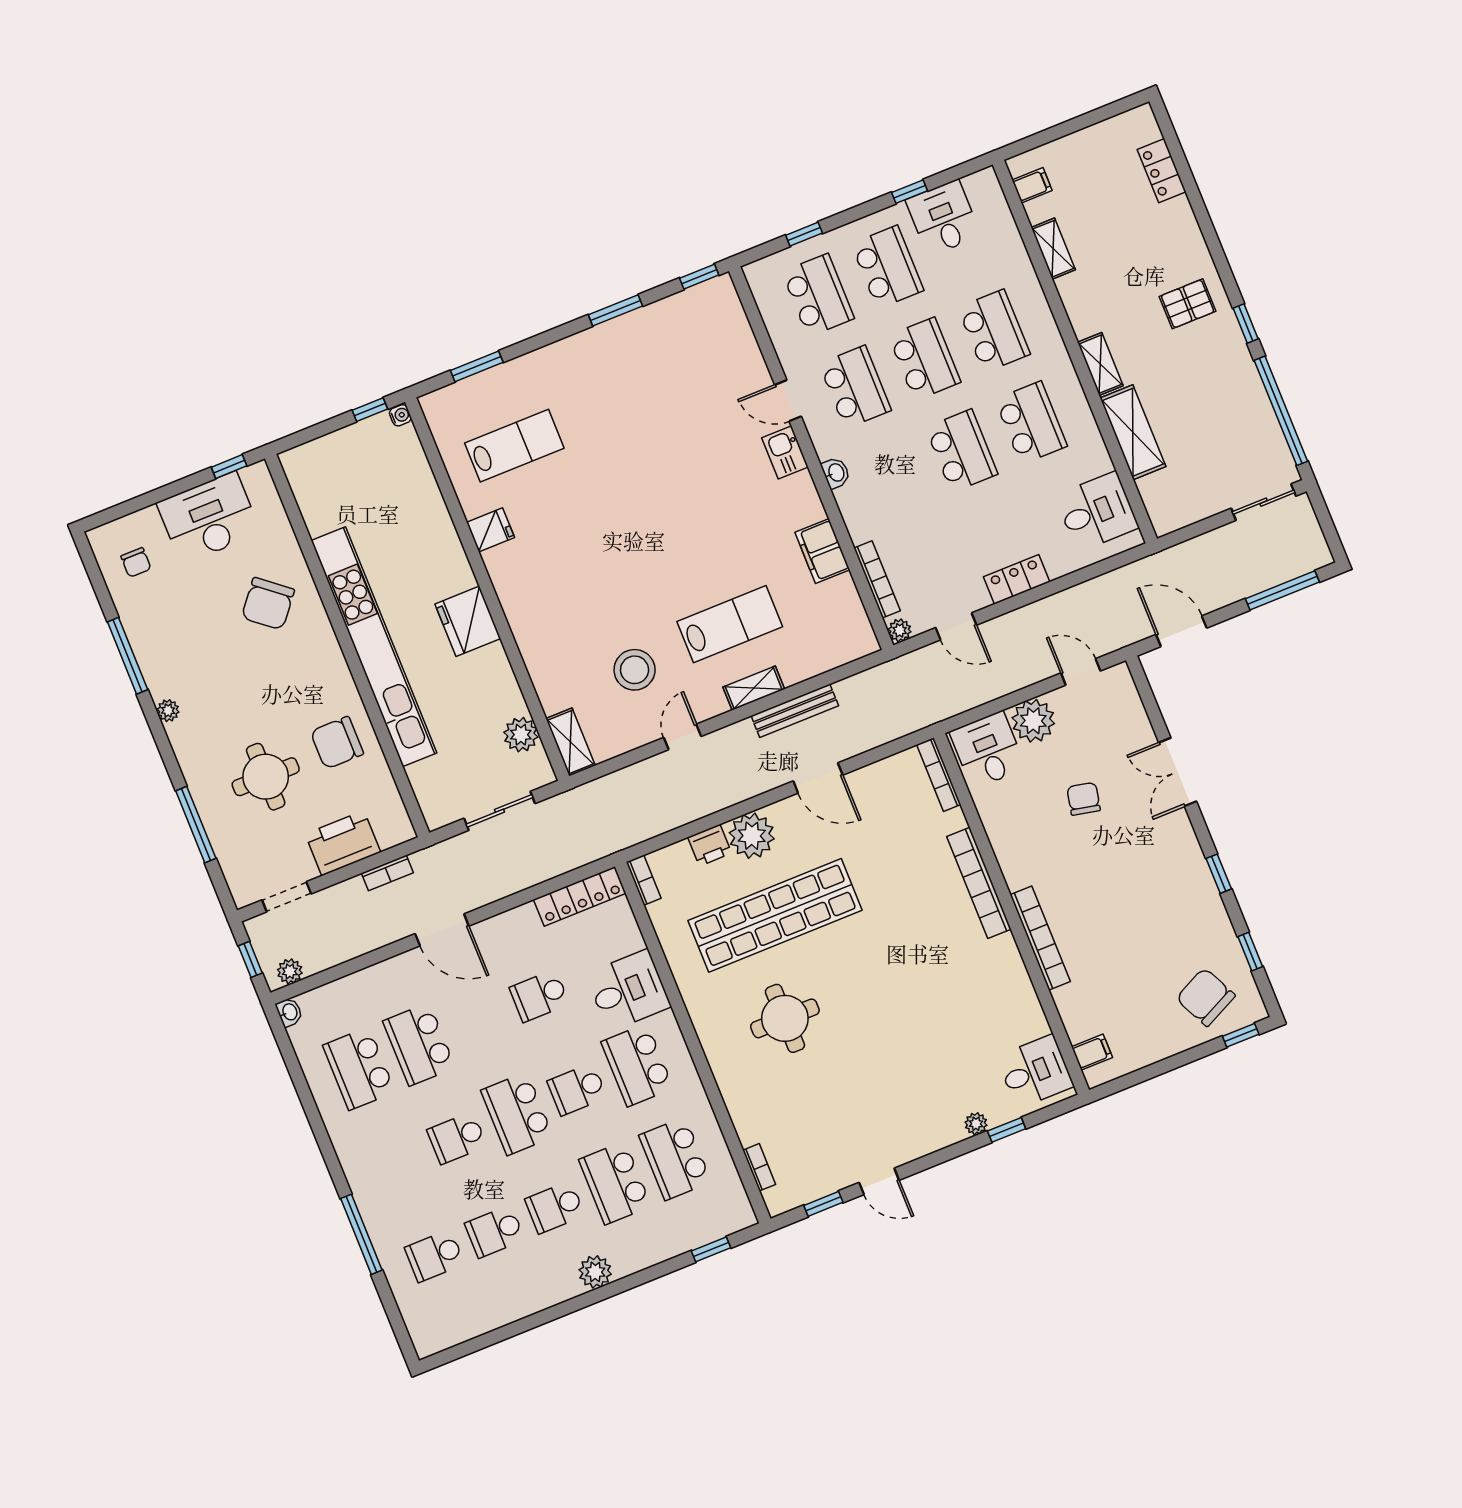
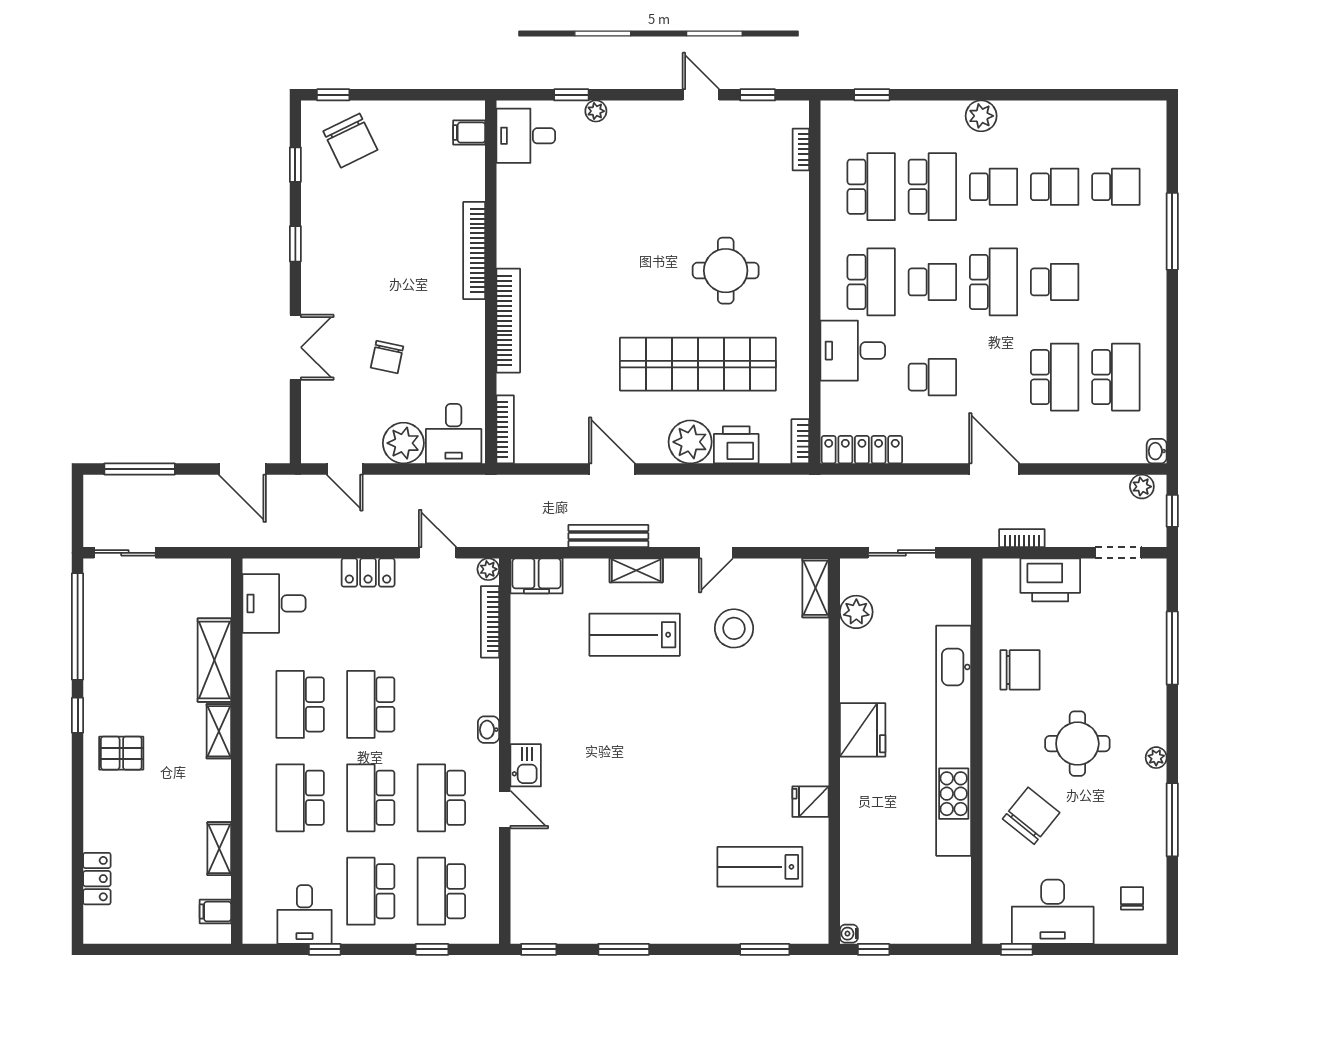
filing cabinet: (822, 551) -> (537, 576), moved, turned 90
round table: (266, 777) -> (1077, 744), moved
printer: (710, 845) -> (736, 445), width x1.36, depth x1.24

